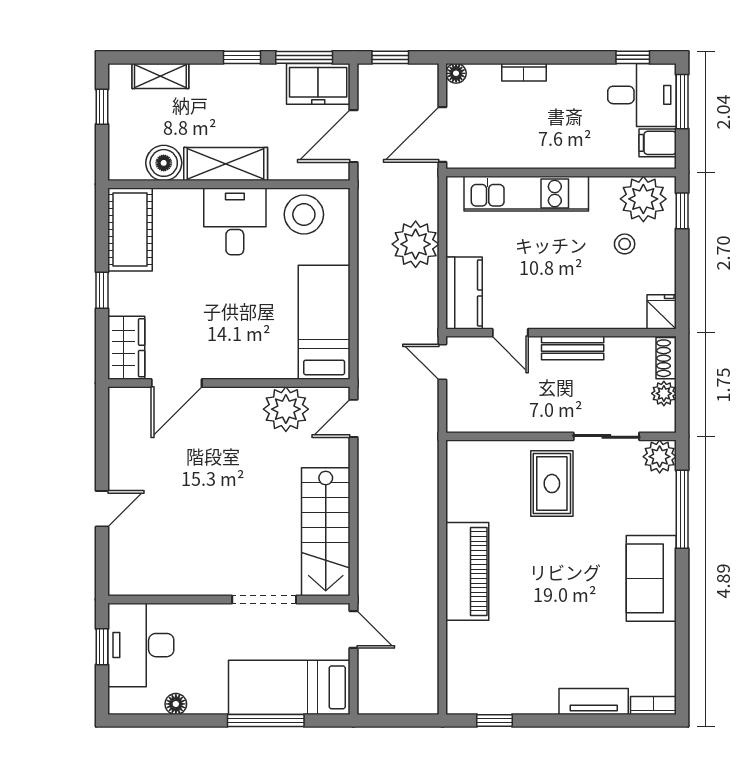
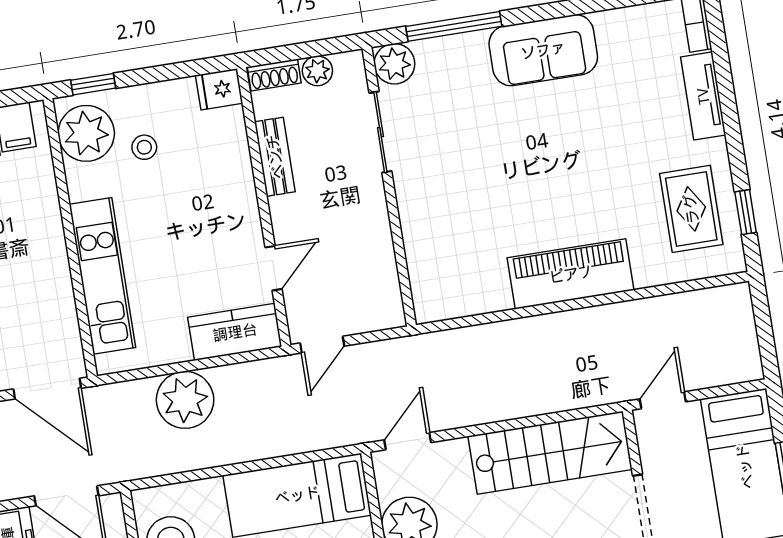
bench: (573, 348) -> (275, 157), moved
door: (353, 418) -> (408, 441), swing flipped
rug: (552, 484) -> (691, 209), moved, turned 90

